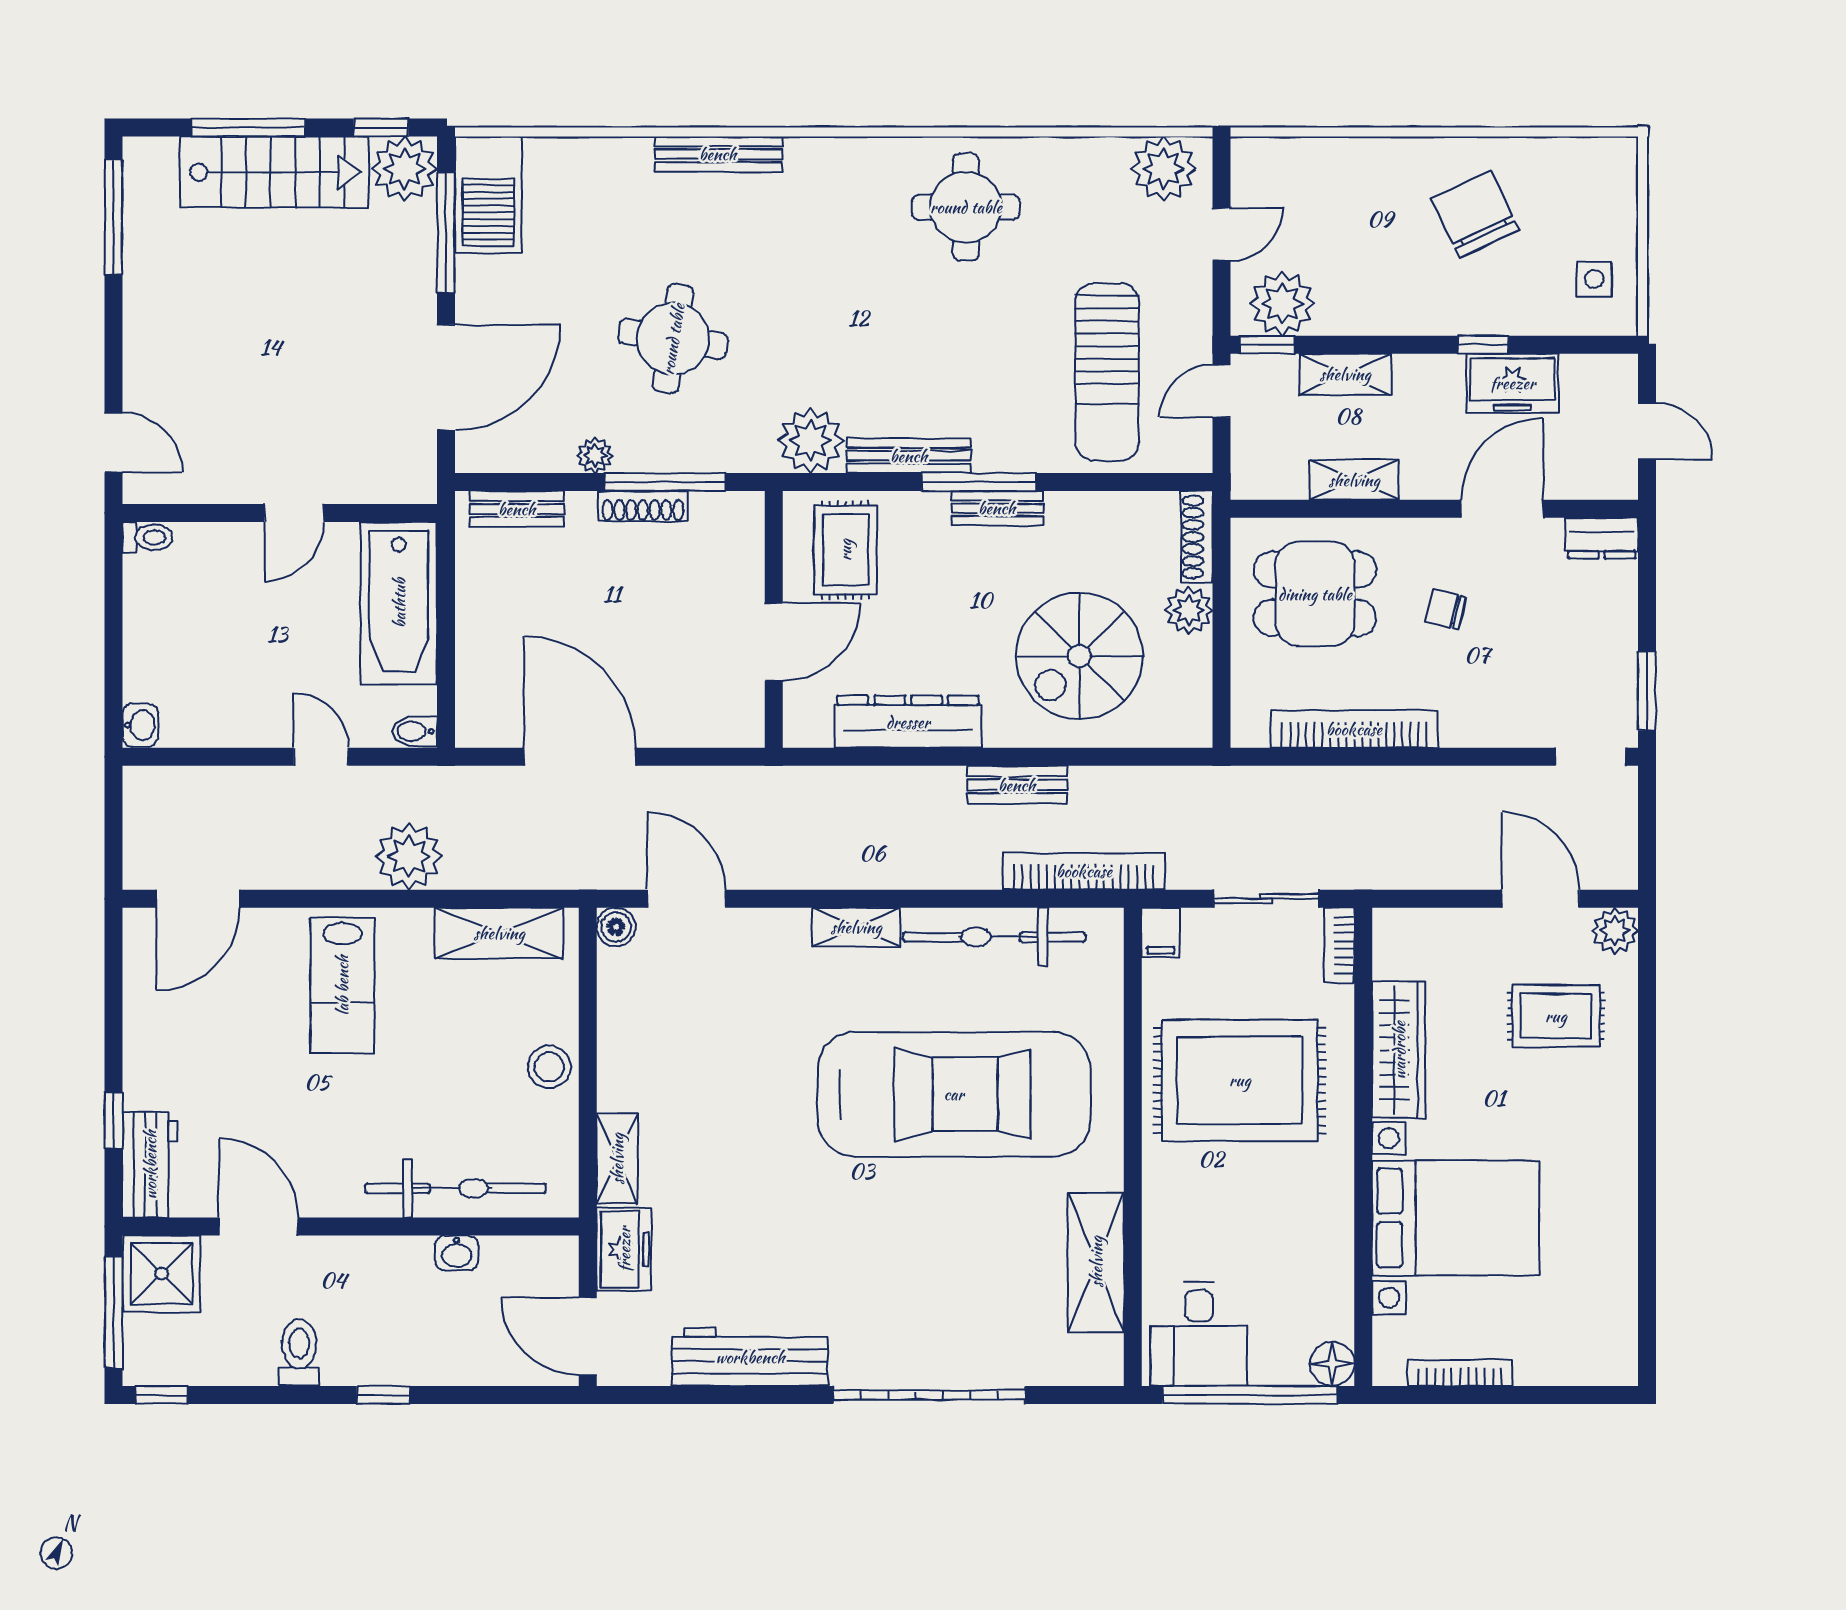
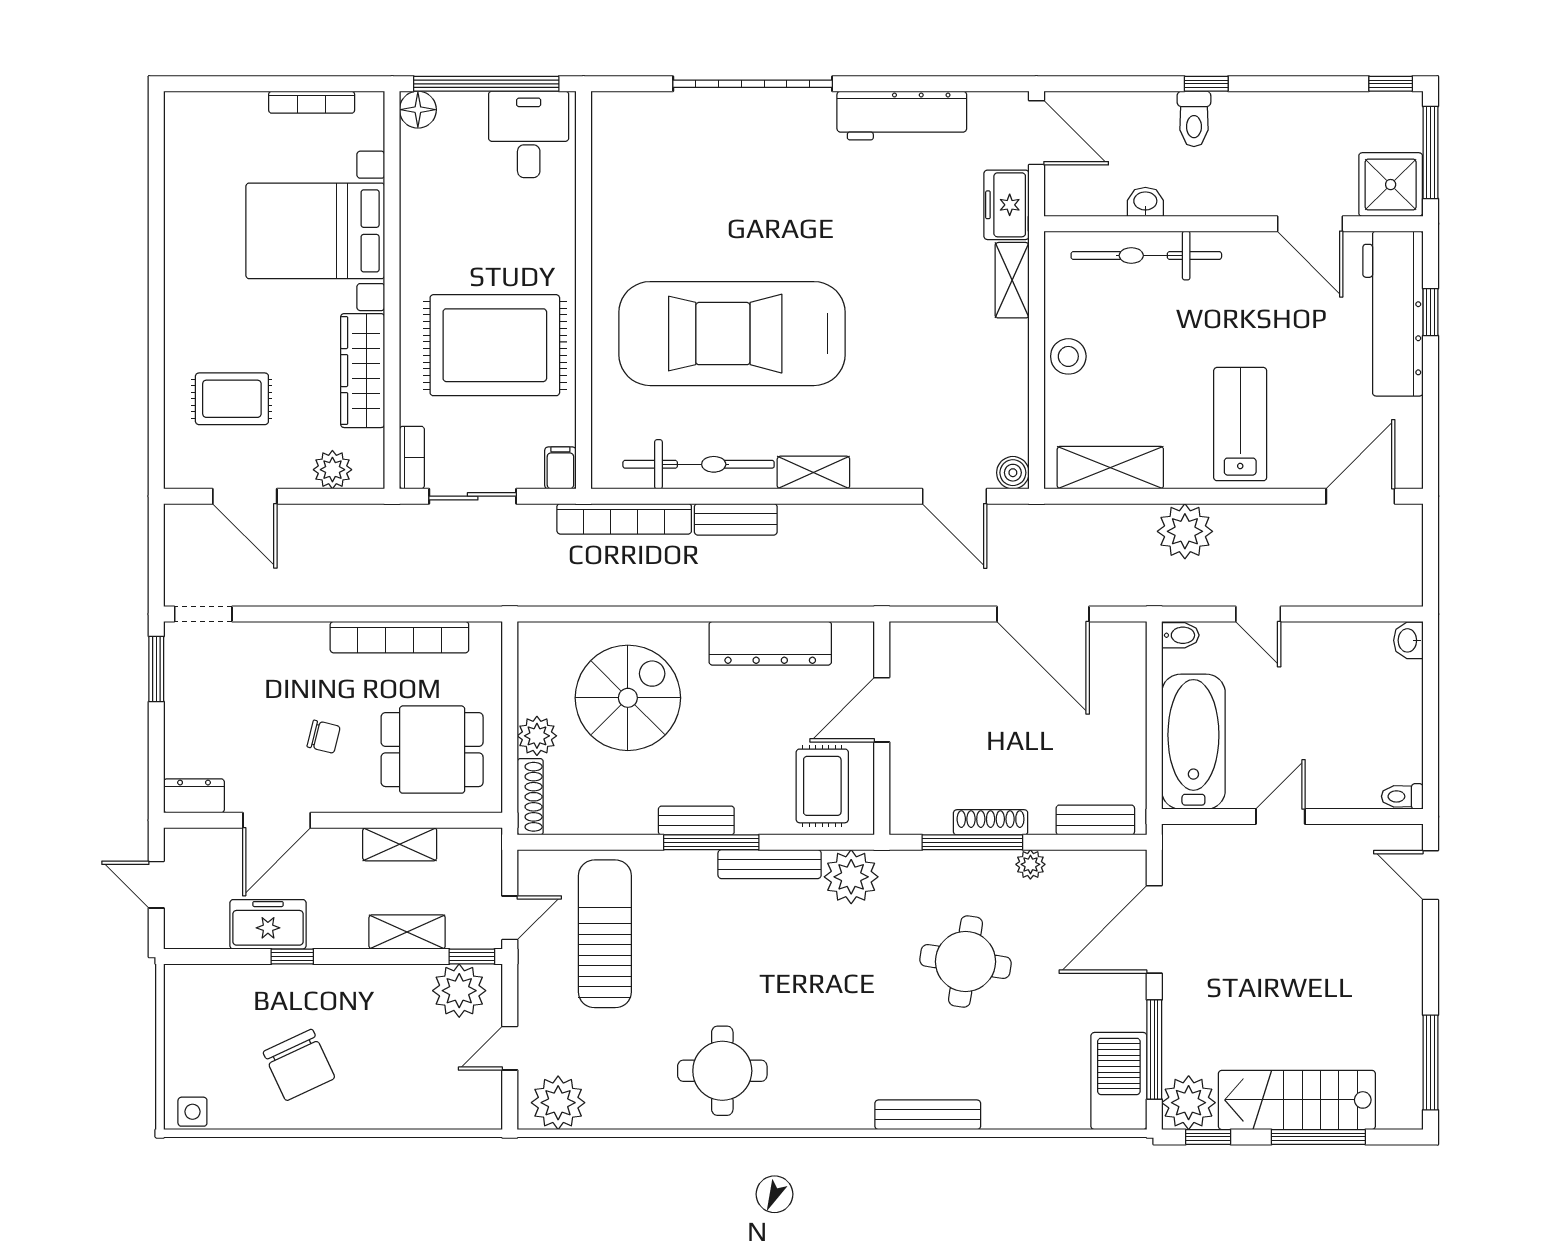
side table: (1594, 279) -> (192, 1112), moved
bench: (1017, 785) -> (736, 519), moved
plant: (1615, 931) -> (332, 470), moved
workbench: (150, 1165) -> (1393, 314), width x1.88, depth x1.32
shelving: (1096, 1262) -> (614, 194), removed
toilet: (299, 1353) -> (1194, 119), moved

